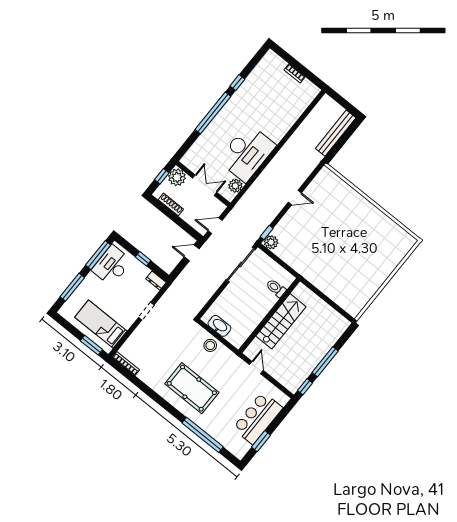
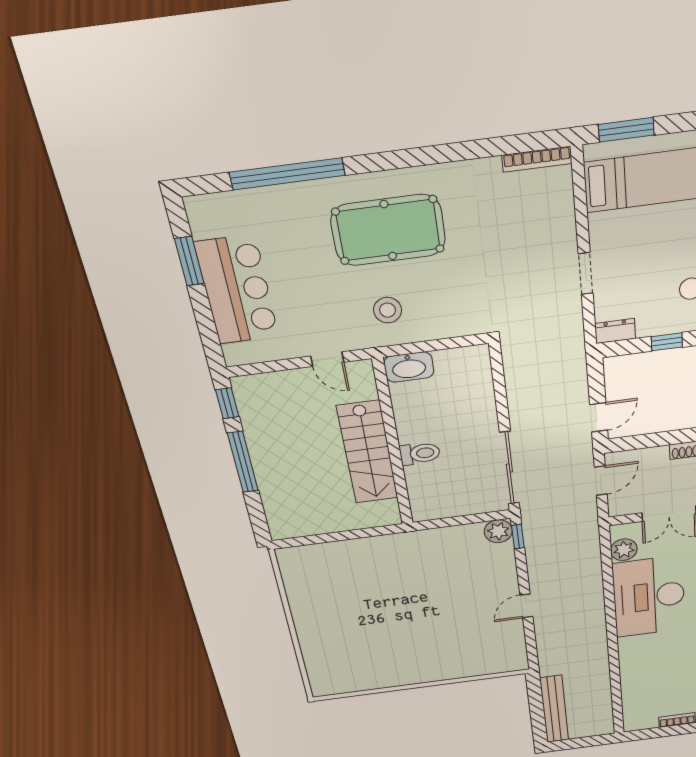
toilet: (276, 288) -> (420, 453), moved
washbasin: (219, 326) -> (409, 367), moved
stool: (210, 345) -> (388, 310), moved

